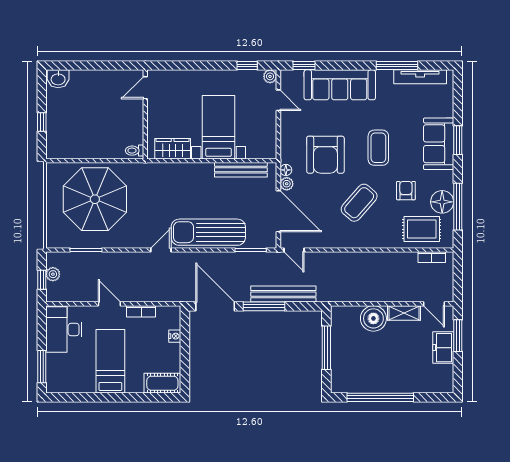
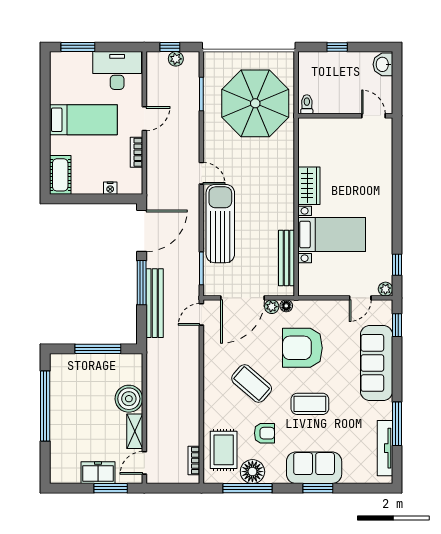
door: (145, 88) -> (373, 116), moved
wall: (145, 114) -> (345, 116), moved
toilet: (135, 151) -> (307, 104), moved

